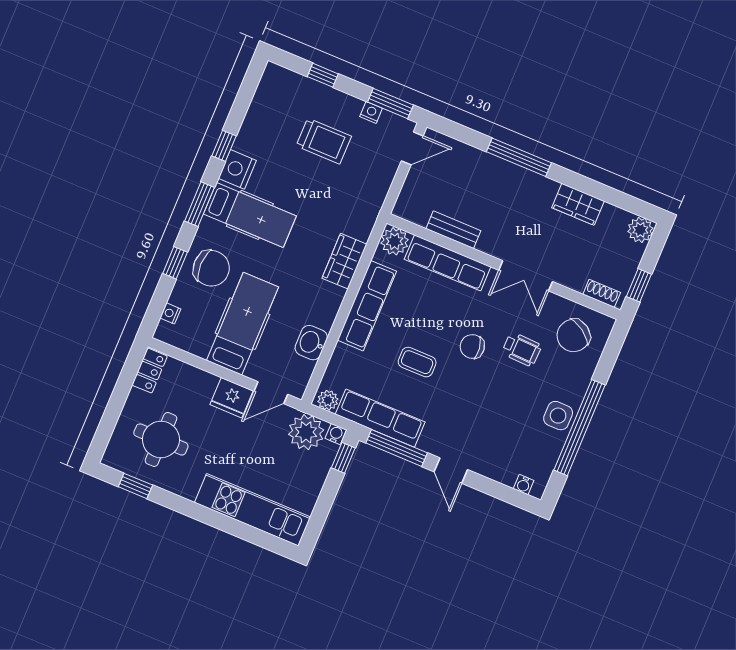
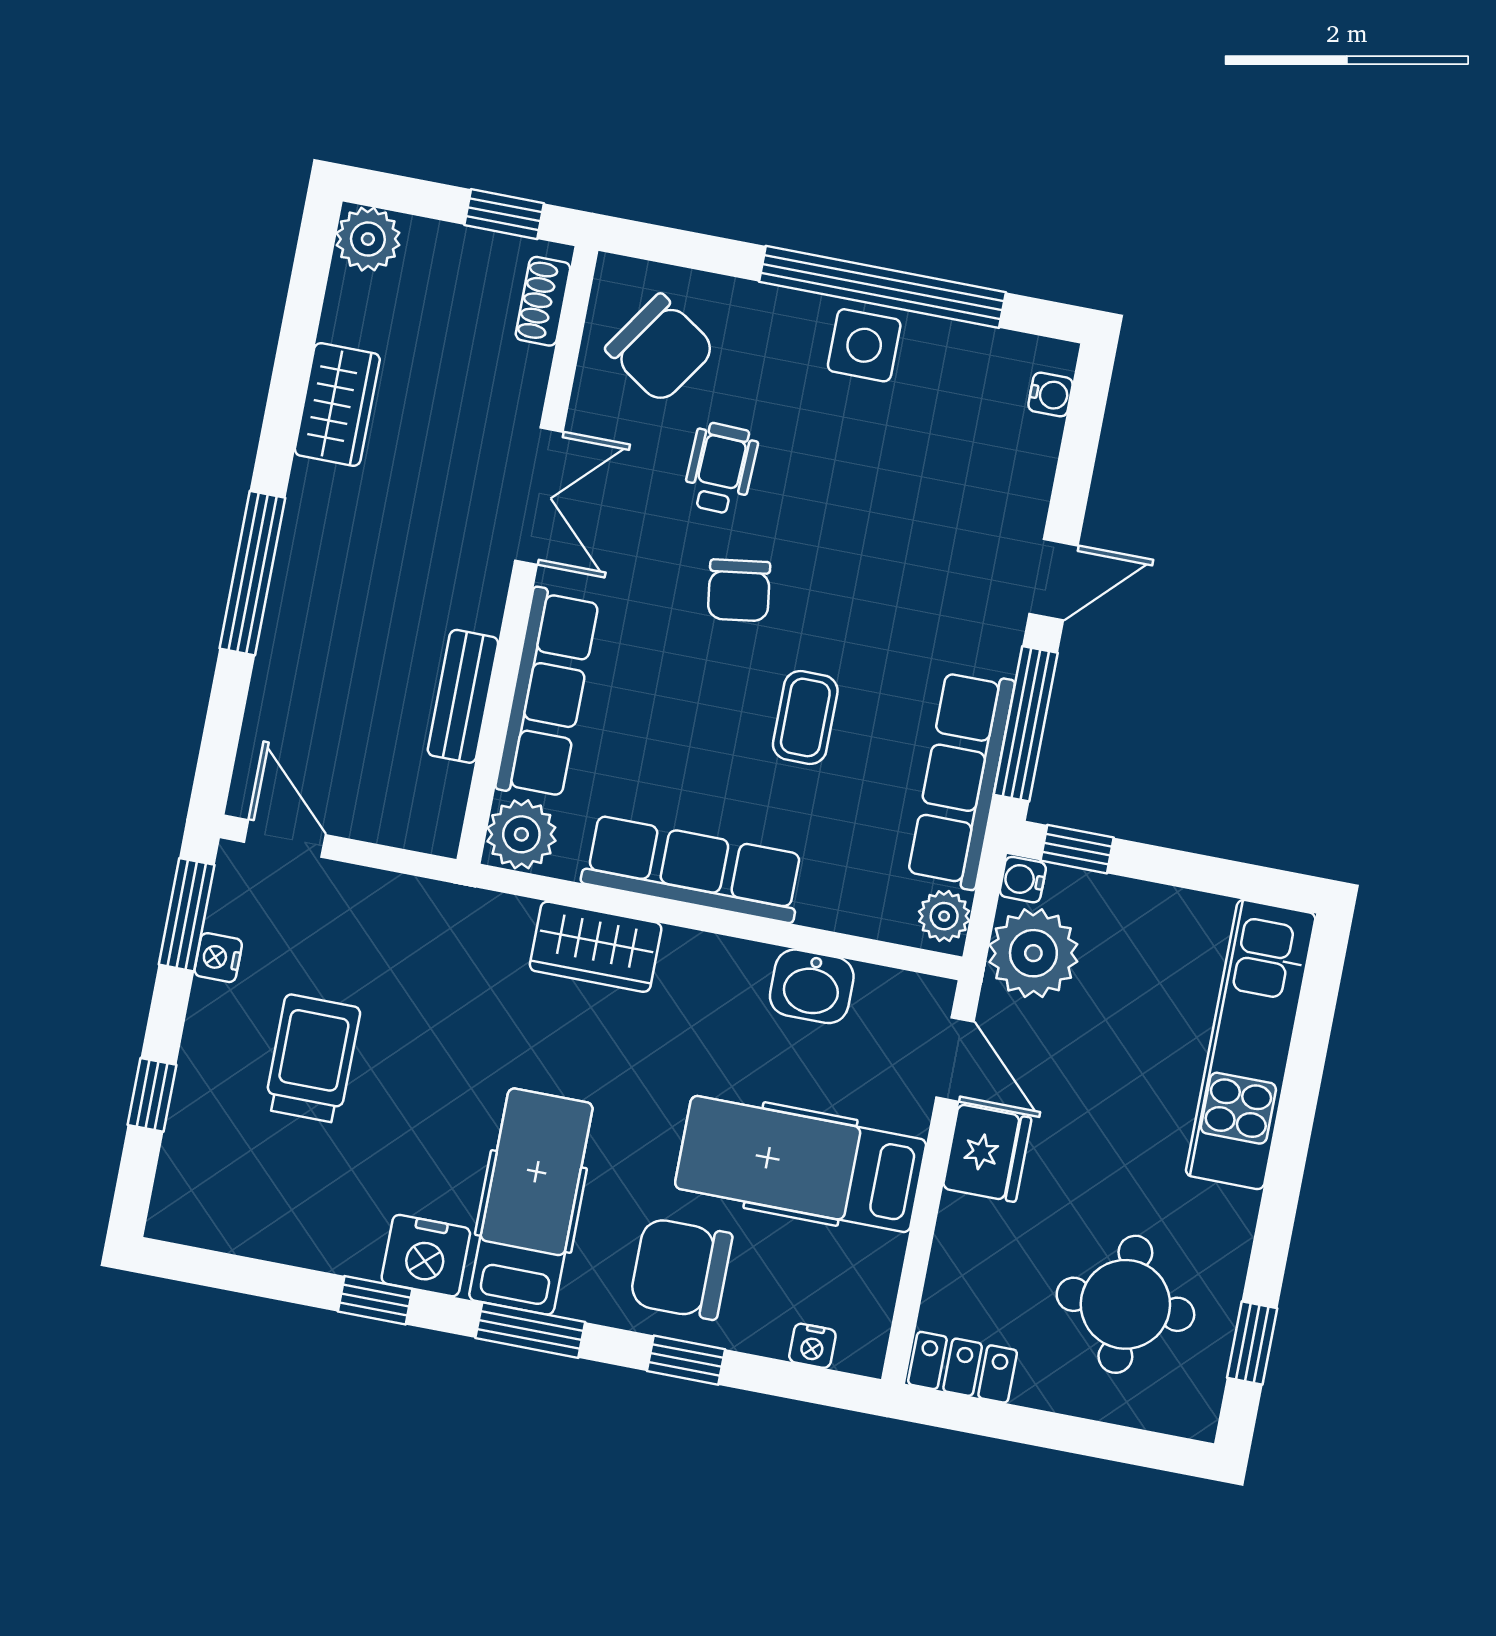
chair: (211, 268) -> (681, 1269), turned -90

